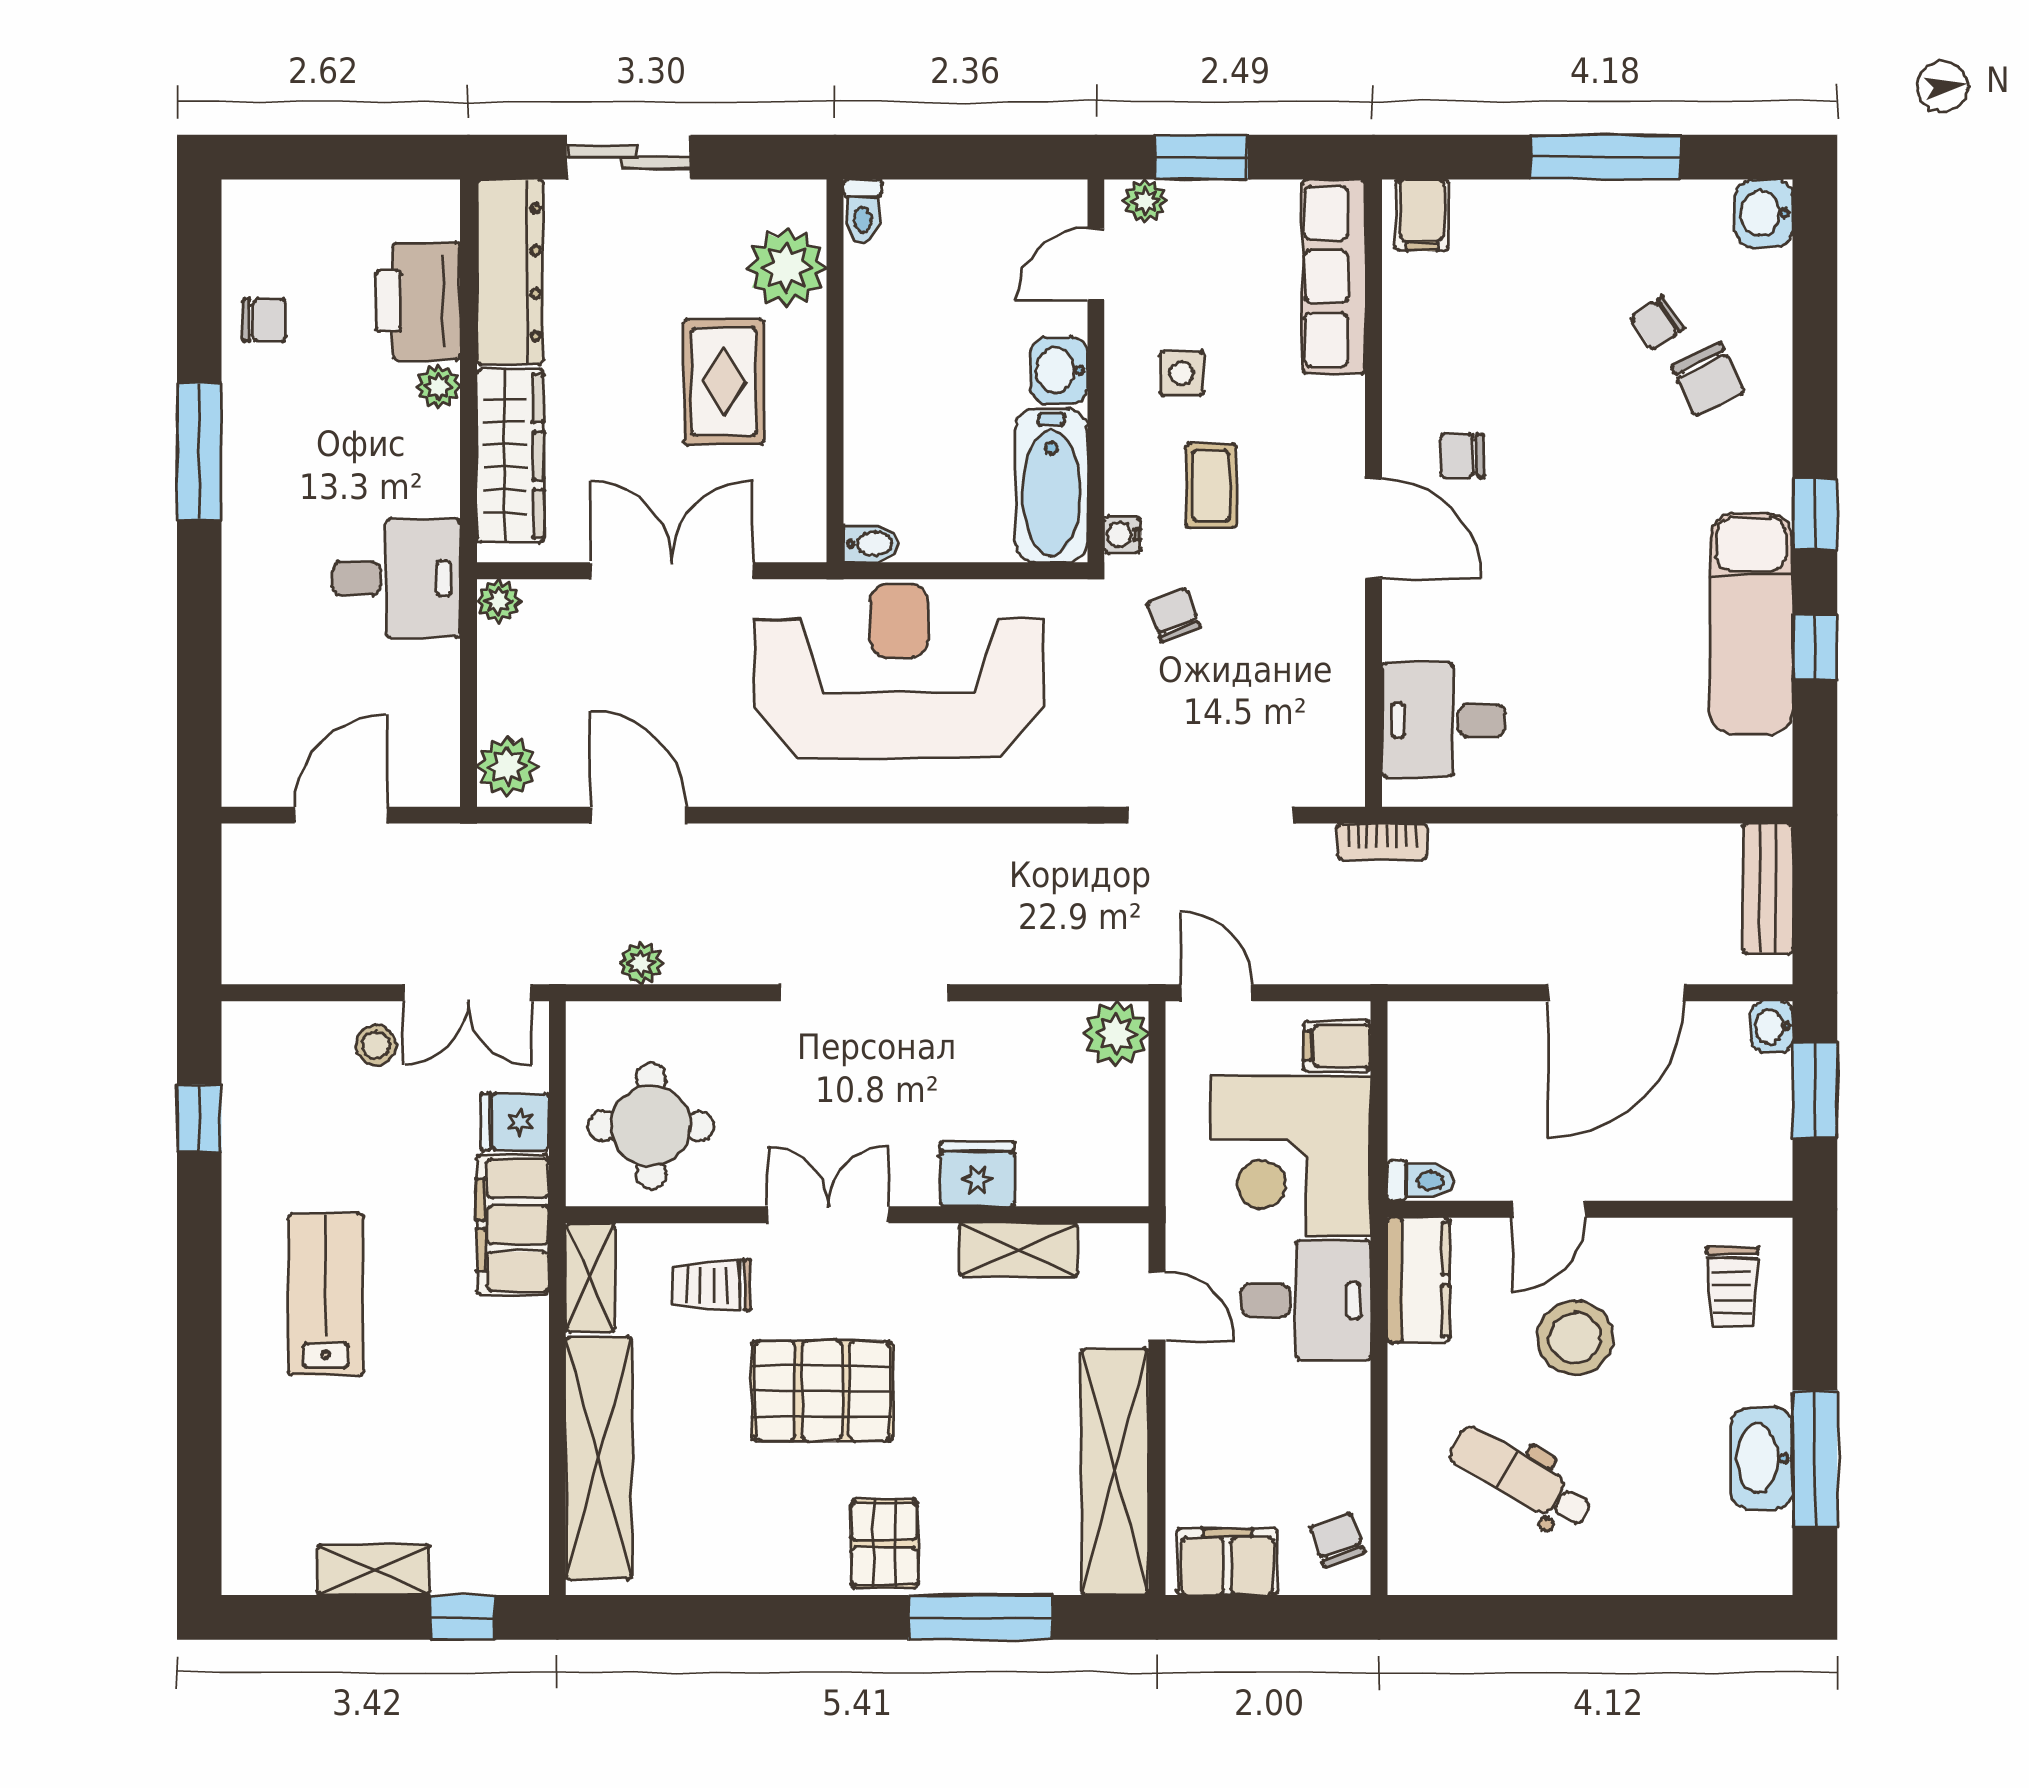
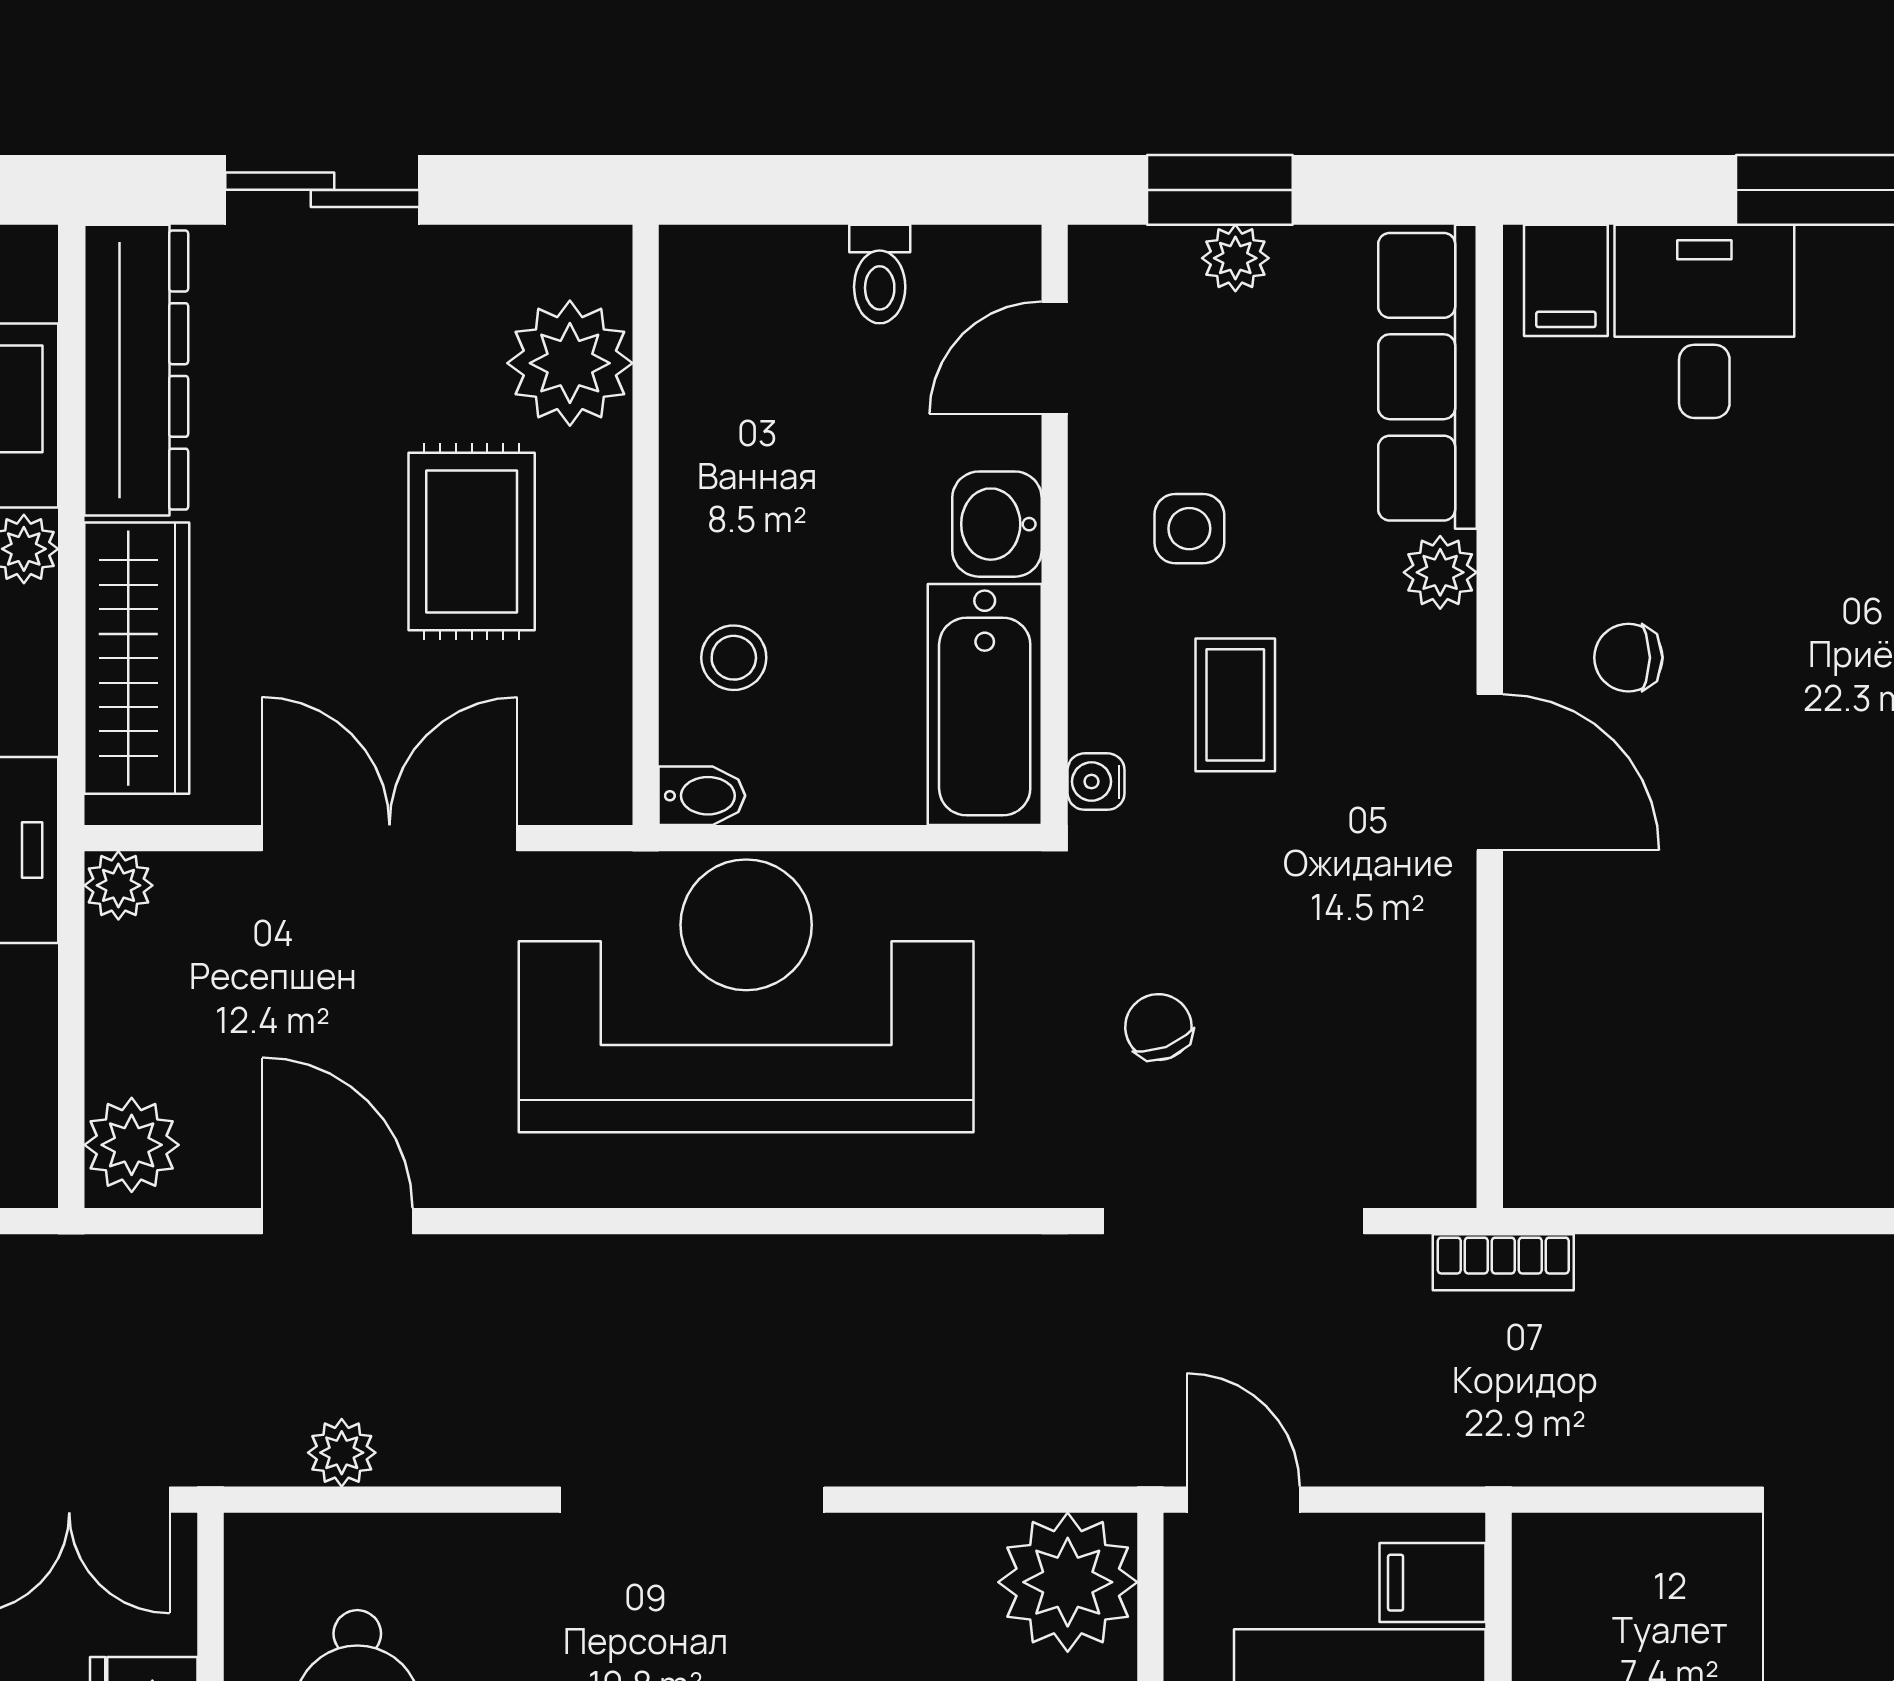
plant: (1145, 201) -> (1235, 258), moved
toilet: (863, 211) -> (880, 274), moved
plant: (1342, 401) -> (1440, 572), added
stool: (891, 456) -> (734, 658), added
chair: (1174, 615) -> (1158, 1027), moved
desk: (1444, 720) -> (1704, 321), moved, turned 90
plant: (1116, 1034) -> (1068, 1582), width x1.36, depth x1.36

